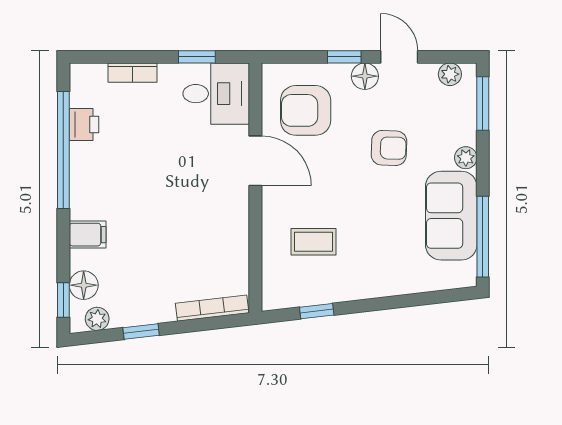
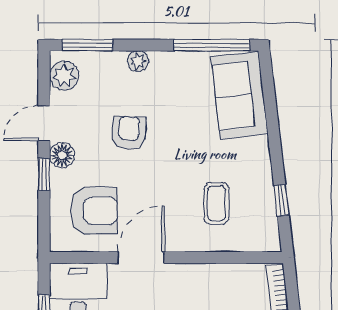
plant: (450, 74) -> (64, 76), width x1.38, depth x1.38
armchair: (306, 110) -> (94, 211), turned -90
sofa: (451, 216) -> (240, 95), moved, turned 83

